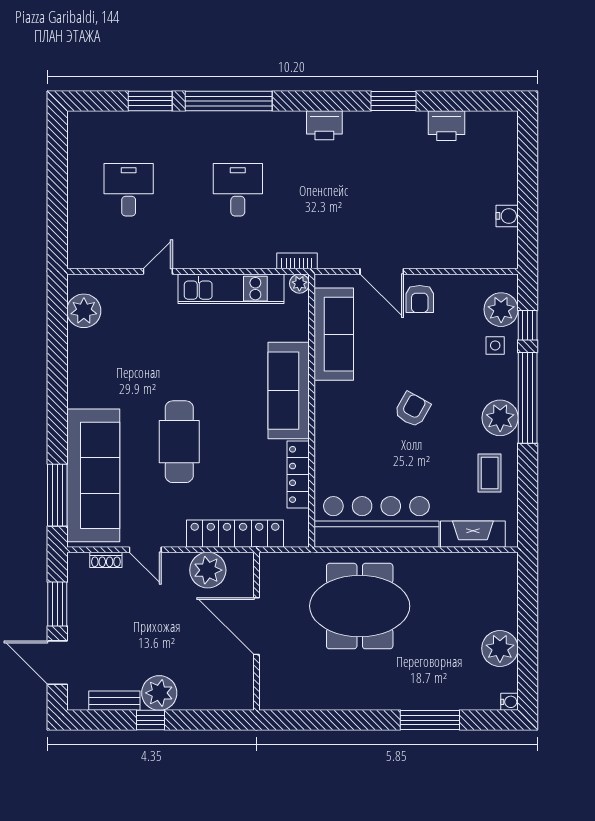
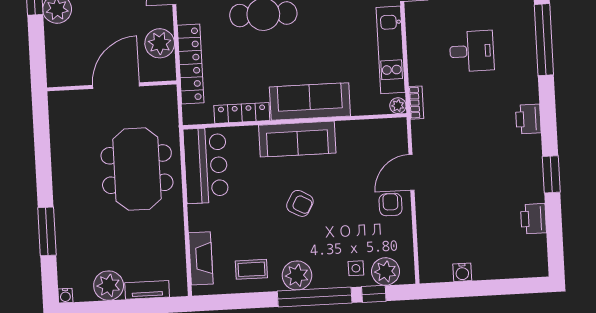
armchair: (420, 299) -> (391, 205), turned 90
sofa: (334, 334) -> (297, 139), moved
bar counter: (376, 522) -> (206, 165), width x0.73
tv unit: (508, 602) -> (147, 290), added

